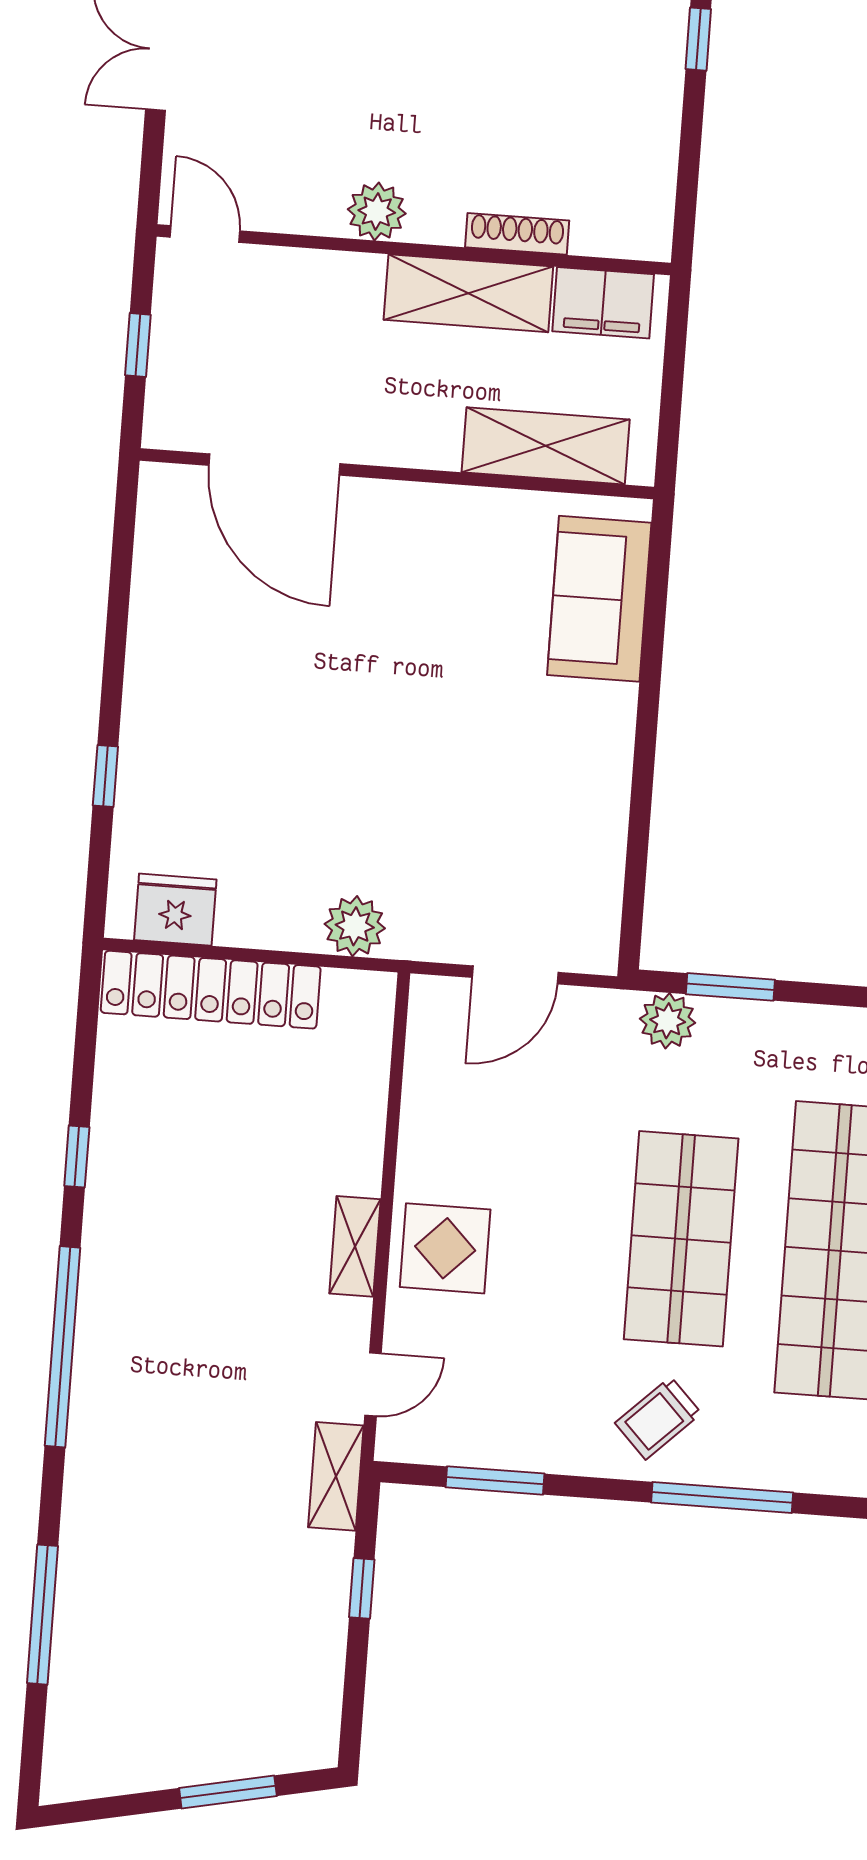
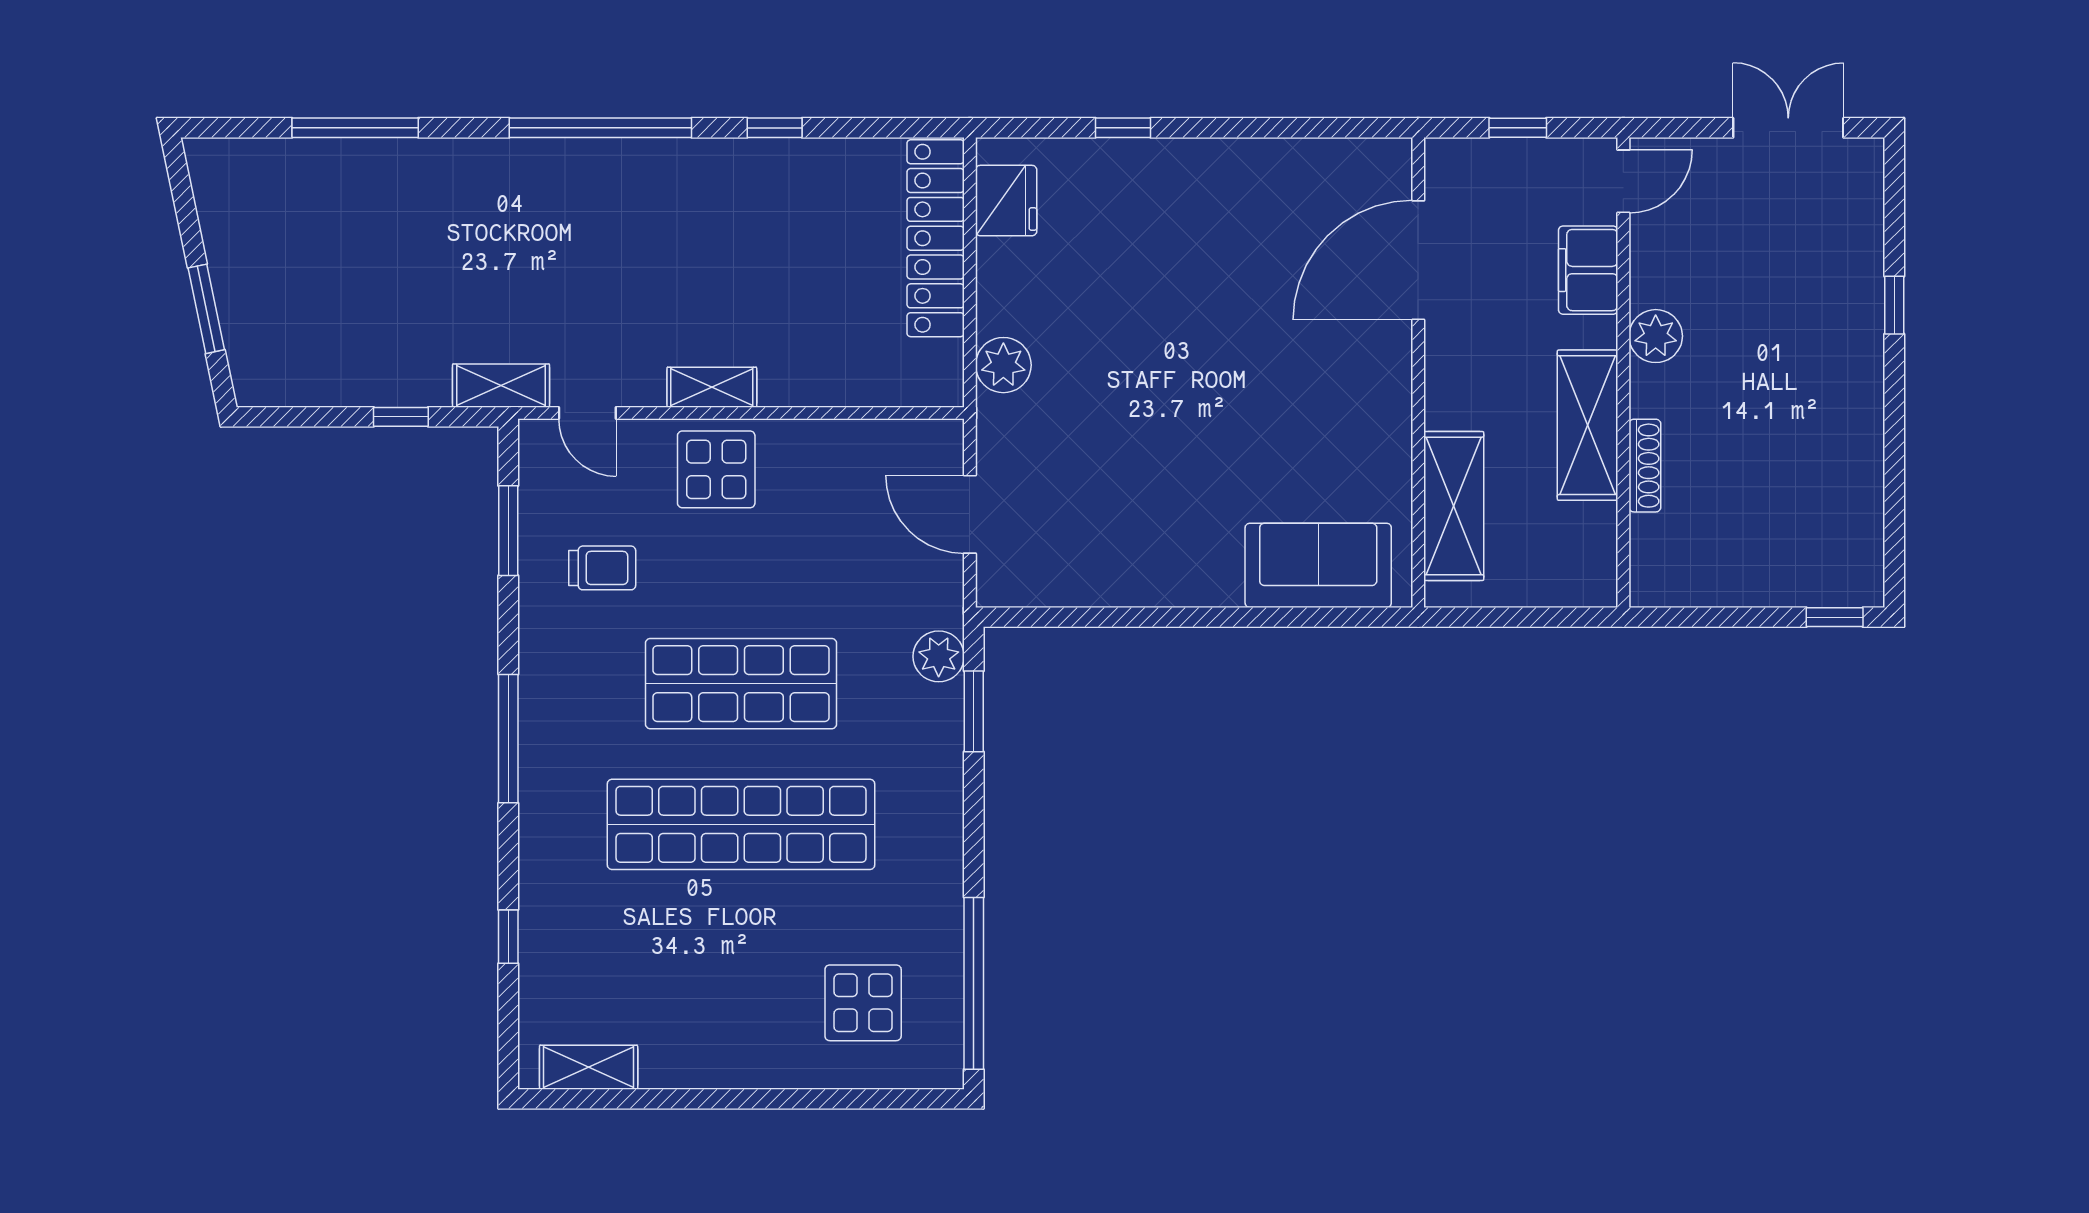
filing cabinet: (603, 303) -> (1588, 270), moved
trolley: (658, 1418) -> (602, 568), moved, turned 134

